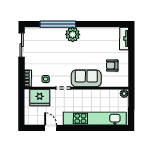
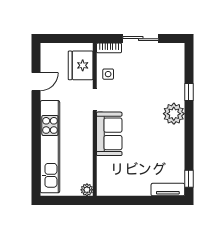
window: (58, 24) -> (189, 92), width x0.32
window: (117, 24) -> (189, 179), added
sliding door: (22, 45) -> (141, 39), moved
armchair: (112, 65) -> (128, 172), removed

